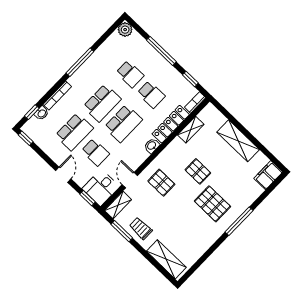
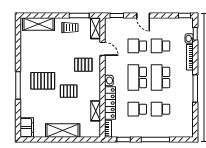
plant: (125, 30) -> (188, 132), removed
school desk: (74, 132) -> (160, 46), width x0.54
desk: (101, 188) -> (115, 29), removed

